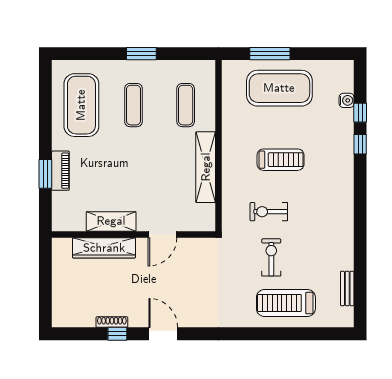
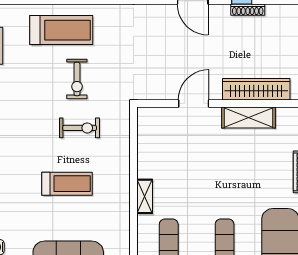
treadmill: (281, 160) -> (67, 184), turned 180
shelving: (206, 167) -> (145, 196), width x0.45, depth x0.75

